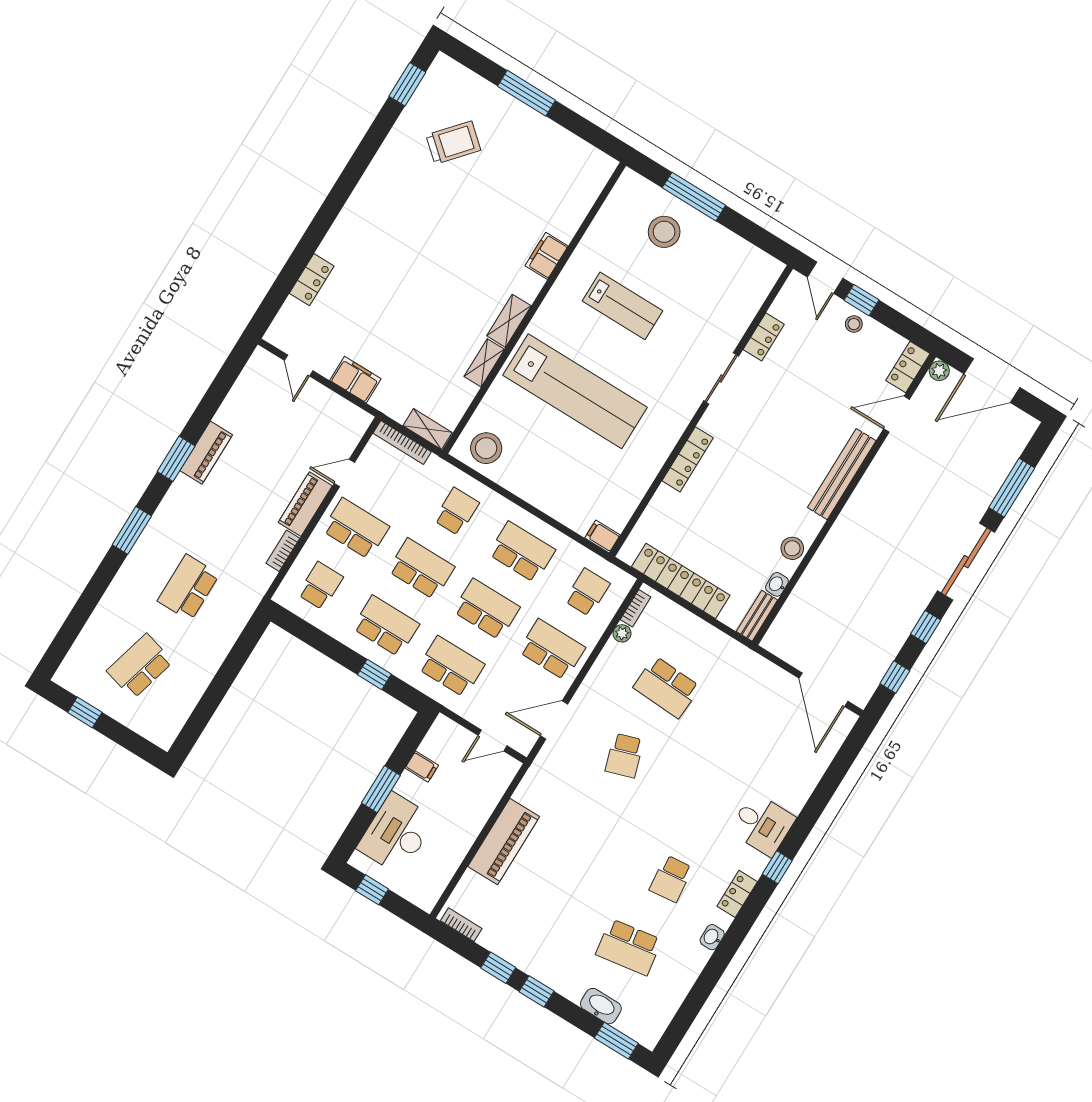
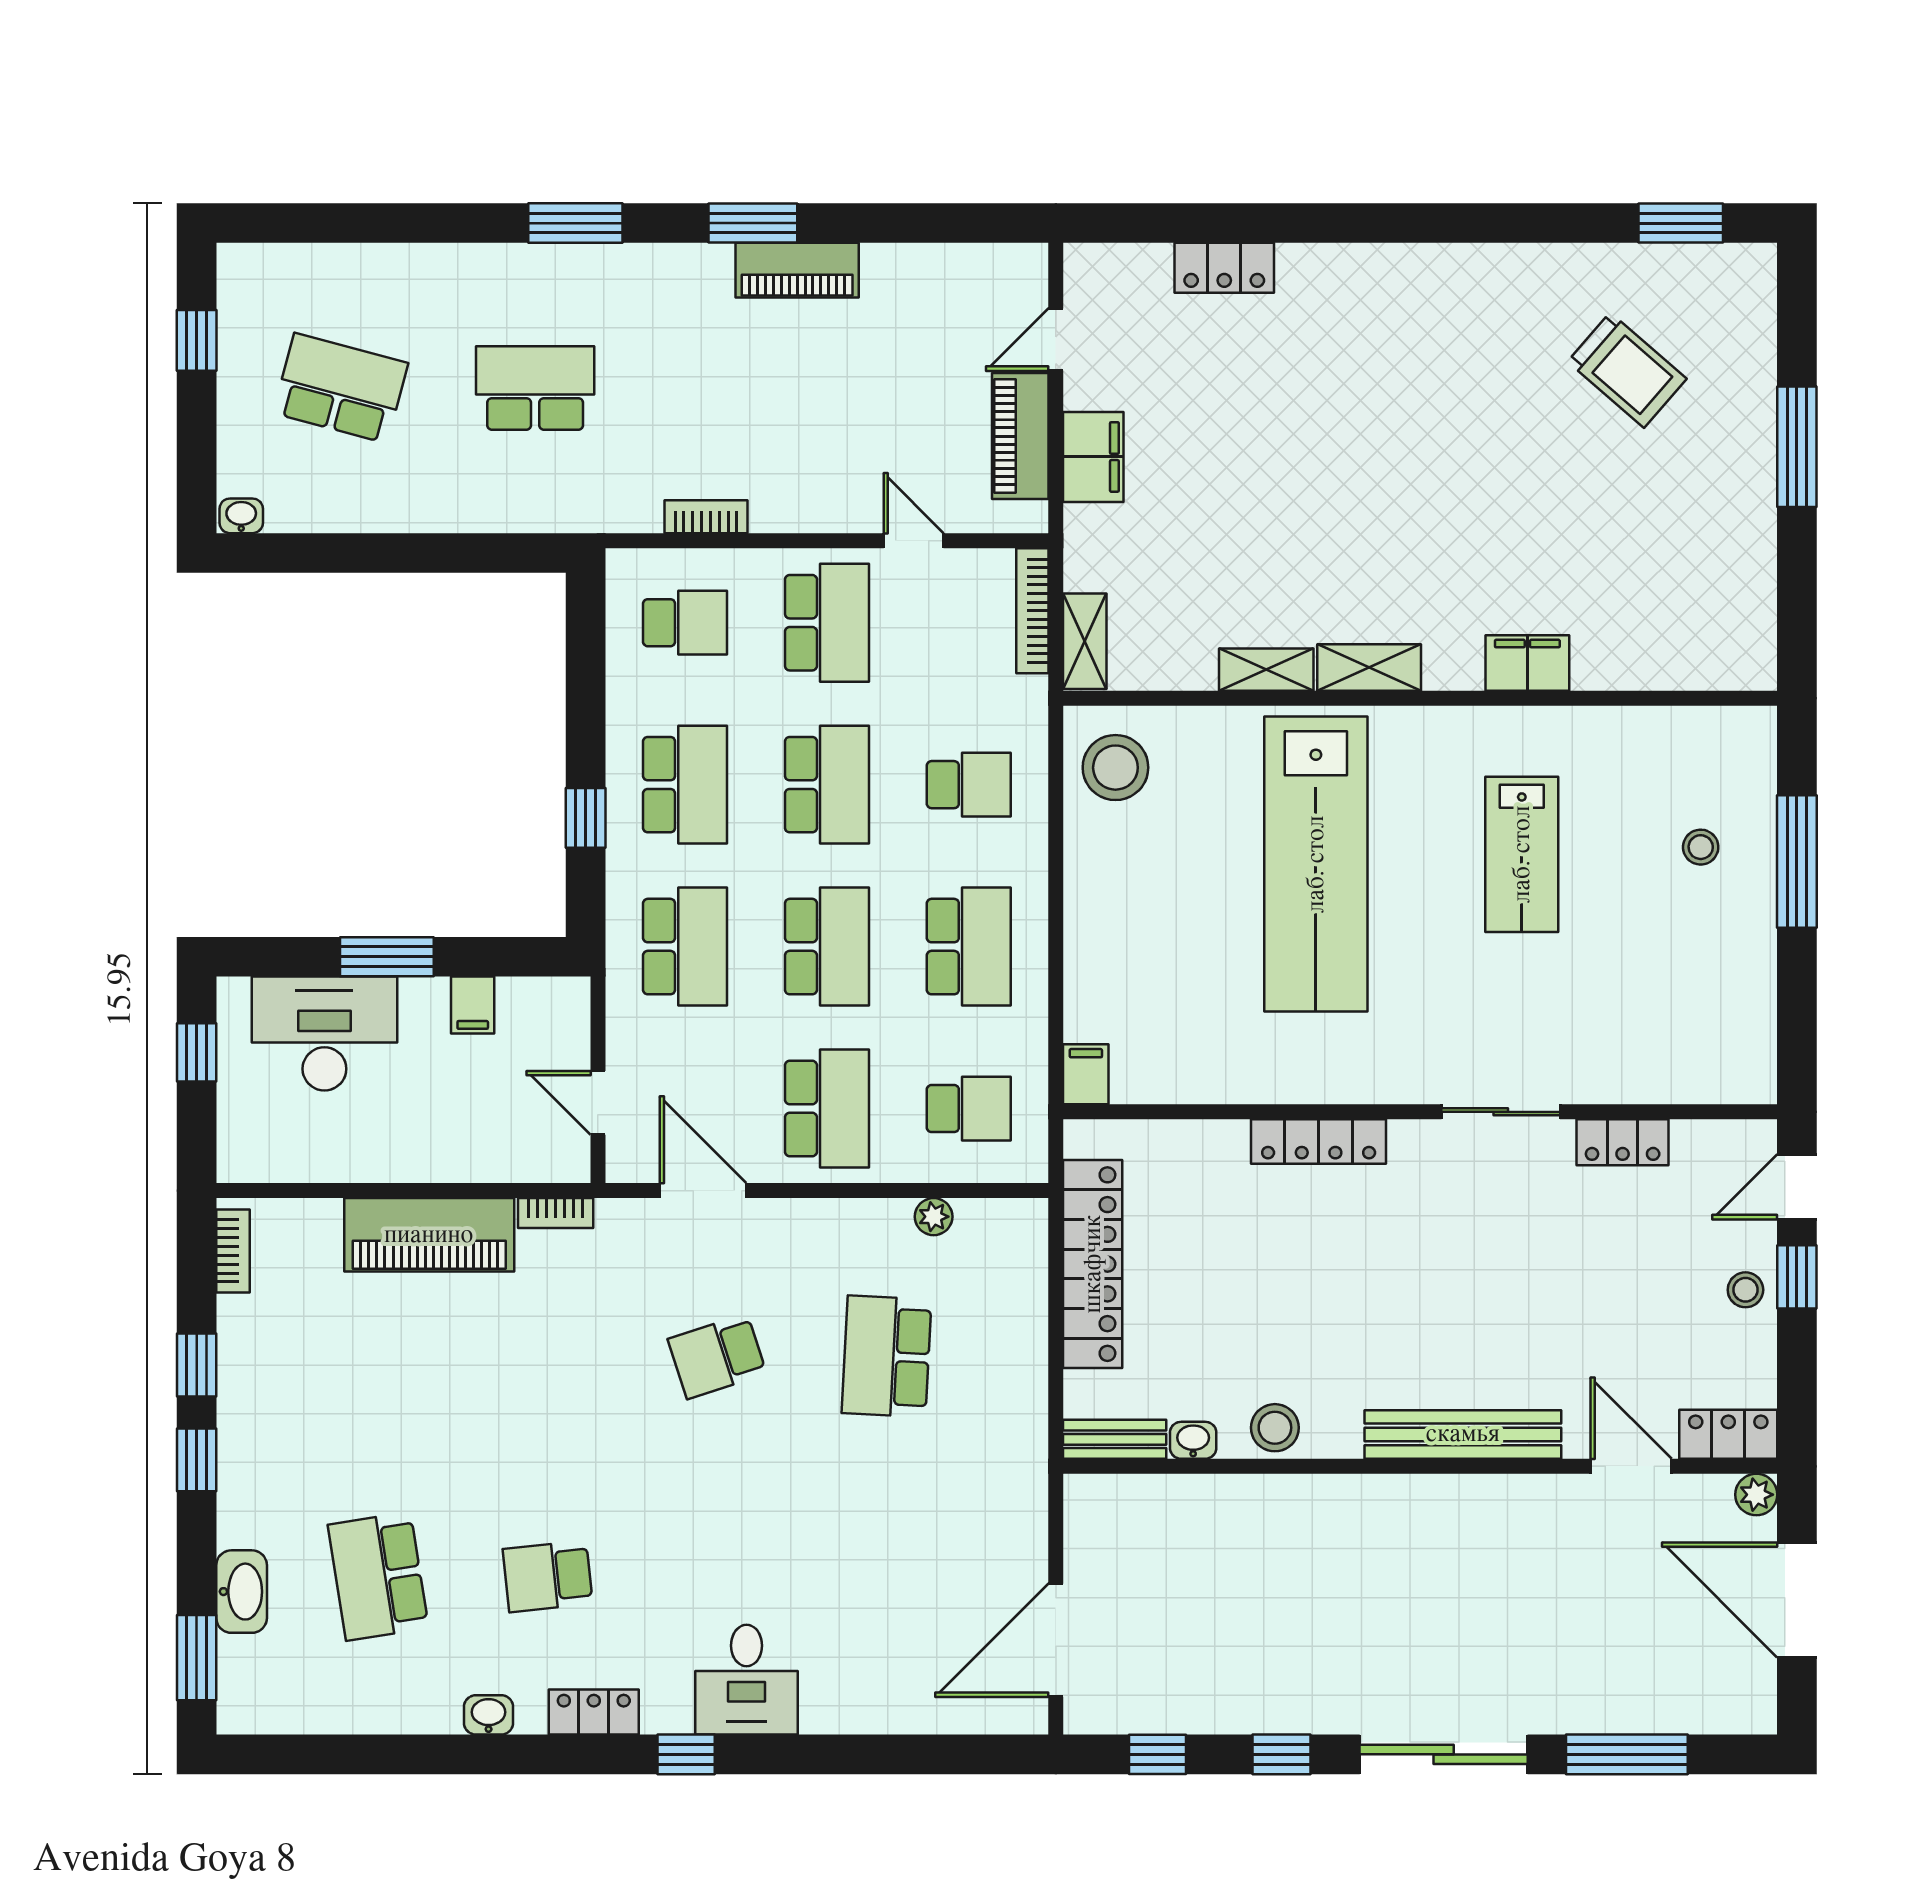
stool: (664, 232) -> (1701, 847), width x0.53, depth x0.53
piano: (305, 504) -> (1020, 436), moved, turned -90
bookcase: (636, 608) -> (556, 1213), moved
washbasin: (167, 738) -> (241, 516), added

